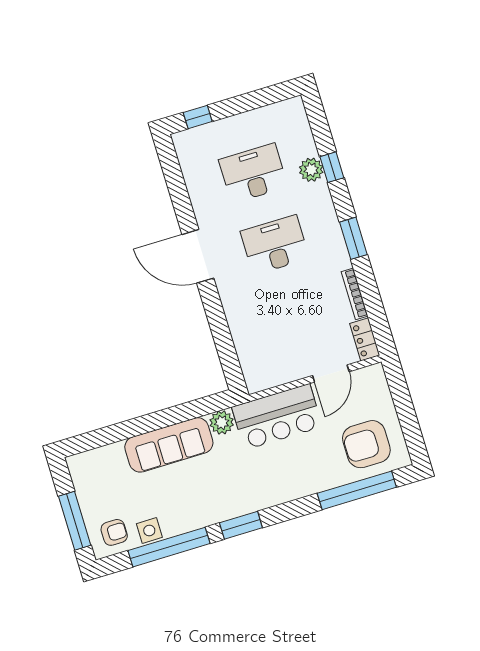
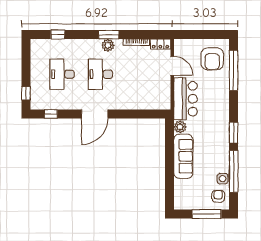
window: (332, 167) -> (58, 35), moved
plant: (311, 170) -> (108, 45), moved
window: (173, 175) -> (51, 114), added

